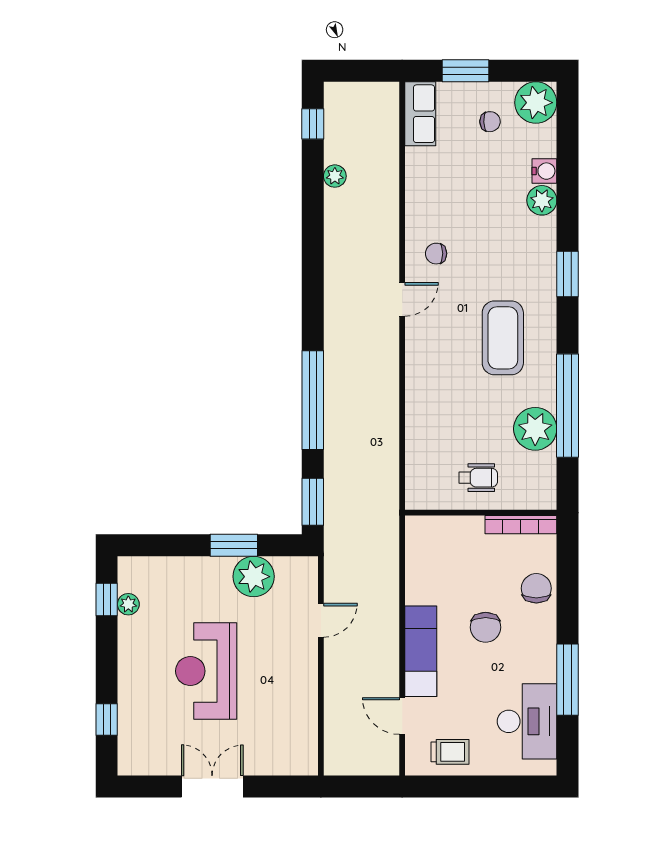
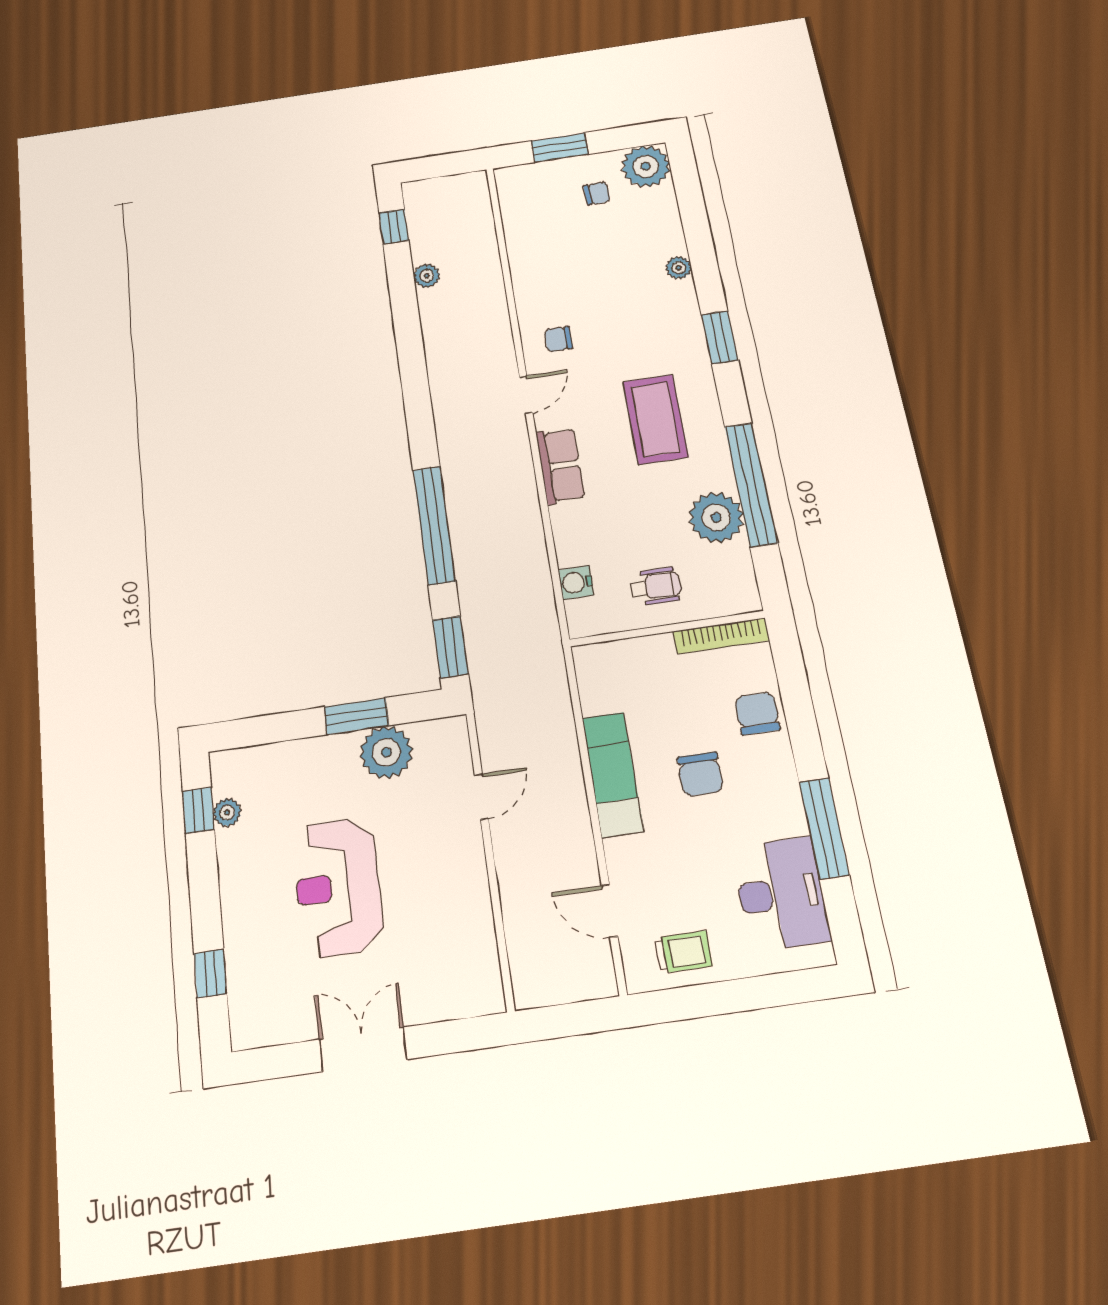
row of seats: (420, 114) -> (560, 466), moved
water cooler: (544, 171) -> (576, 582), moved, turned 180
plant: (542, 200) -> (679, 268), width x0.73, depth x0.73
exam couch: (421, 651) -> (613, 774), moved

